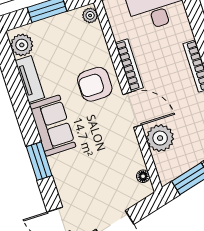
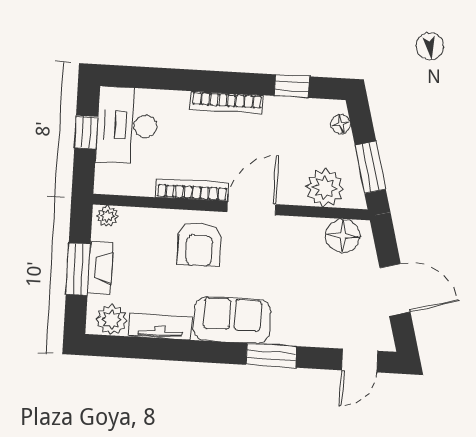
fireplace: (54, 24) -> (100, 268), added
plant: (160, 138) -> (325, 188), moved
floor lamp: (143, 176) -> (343, 236), width x1.89, depth x1.89

